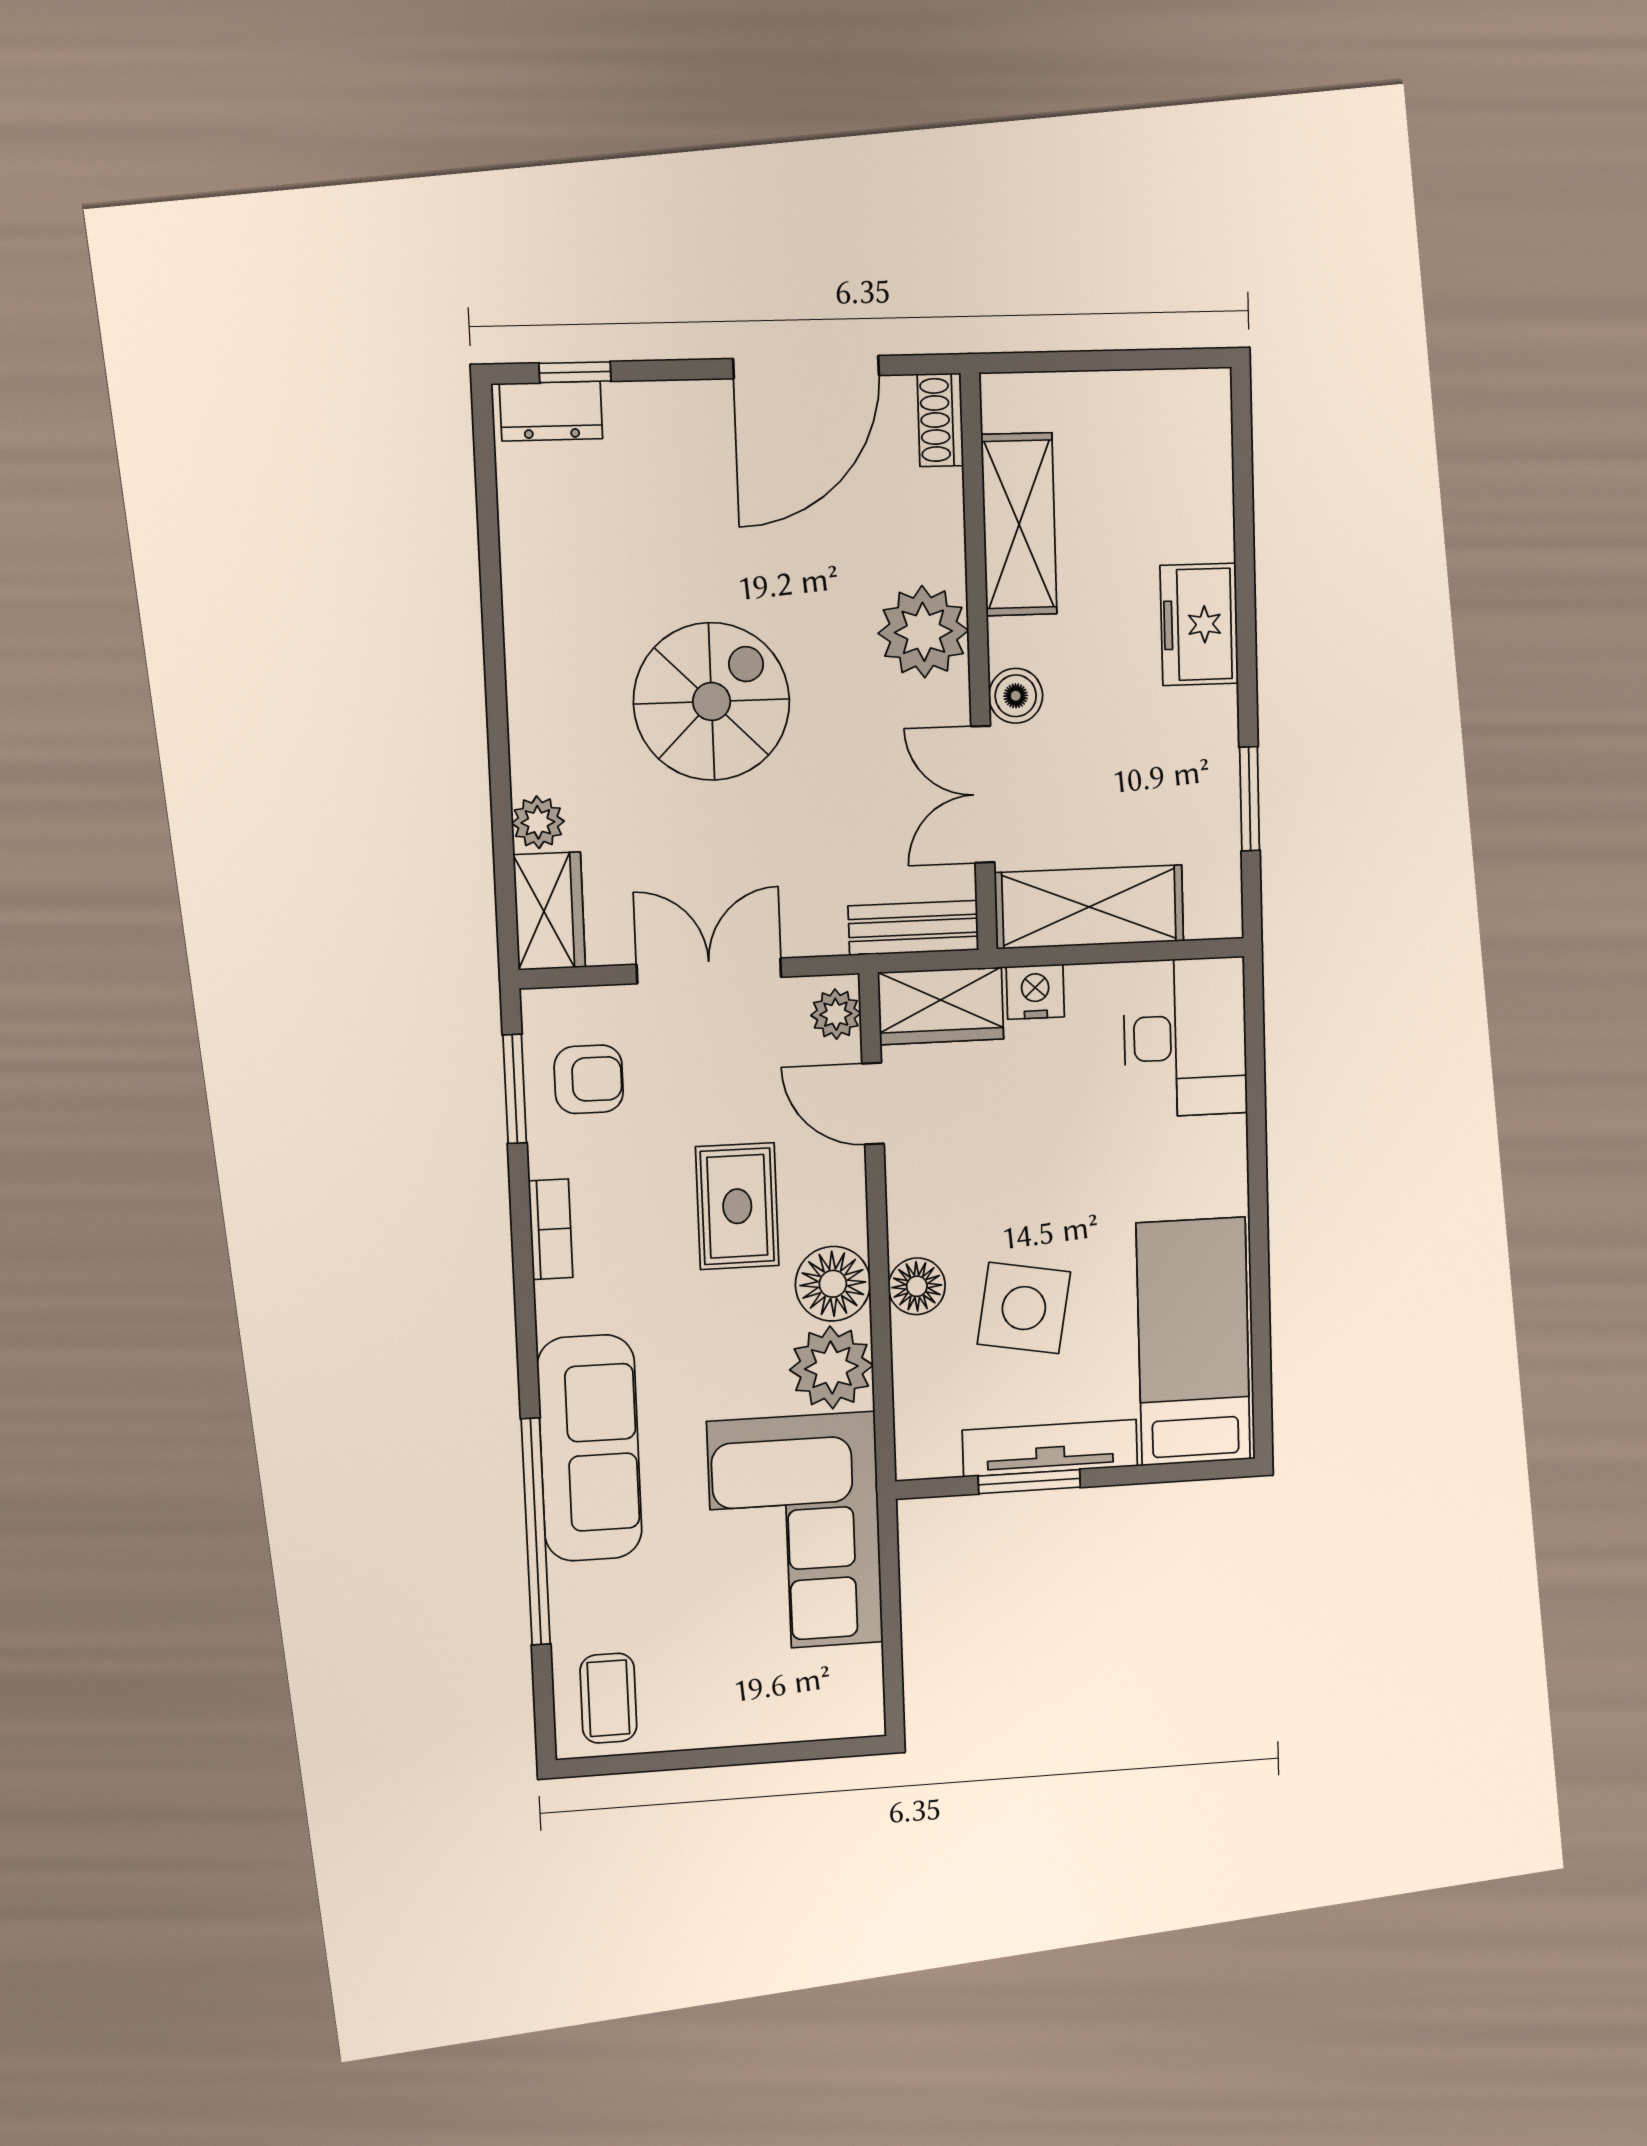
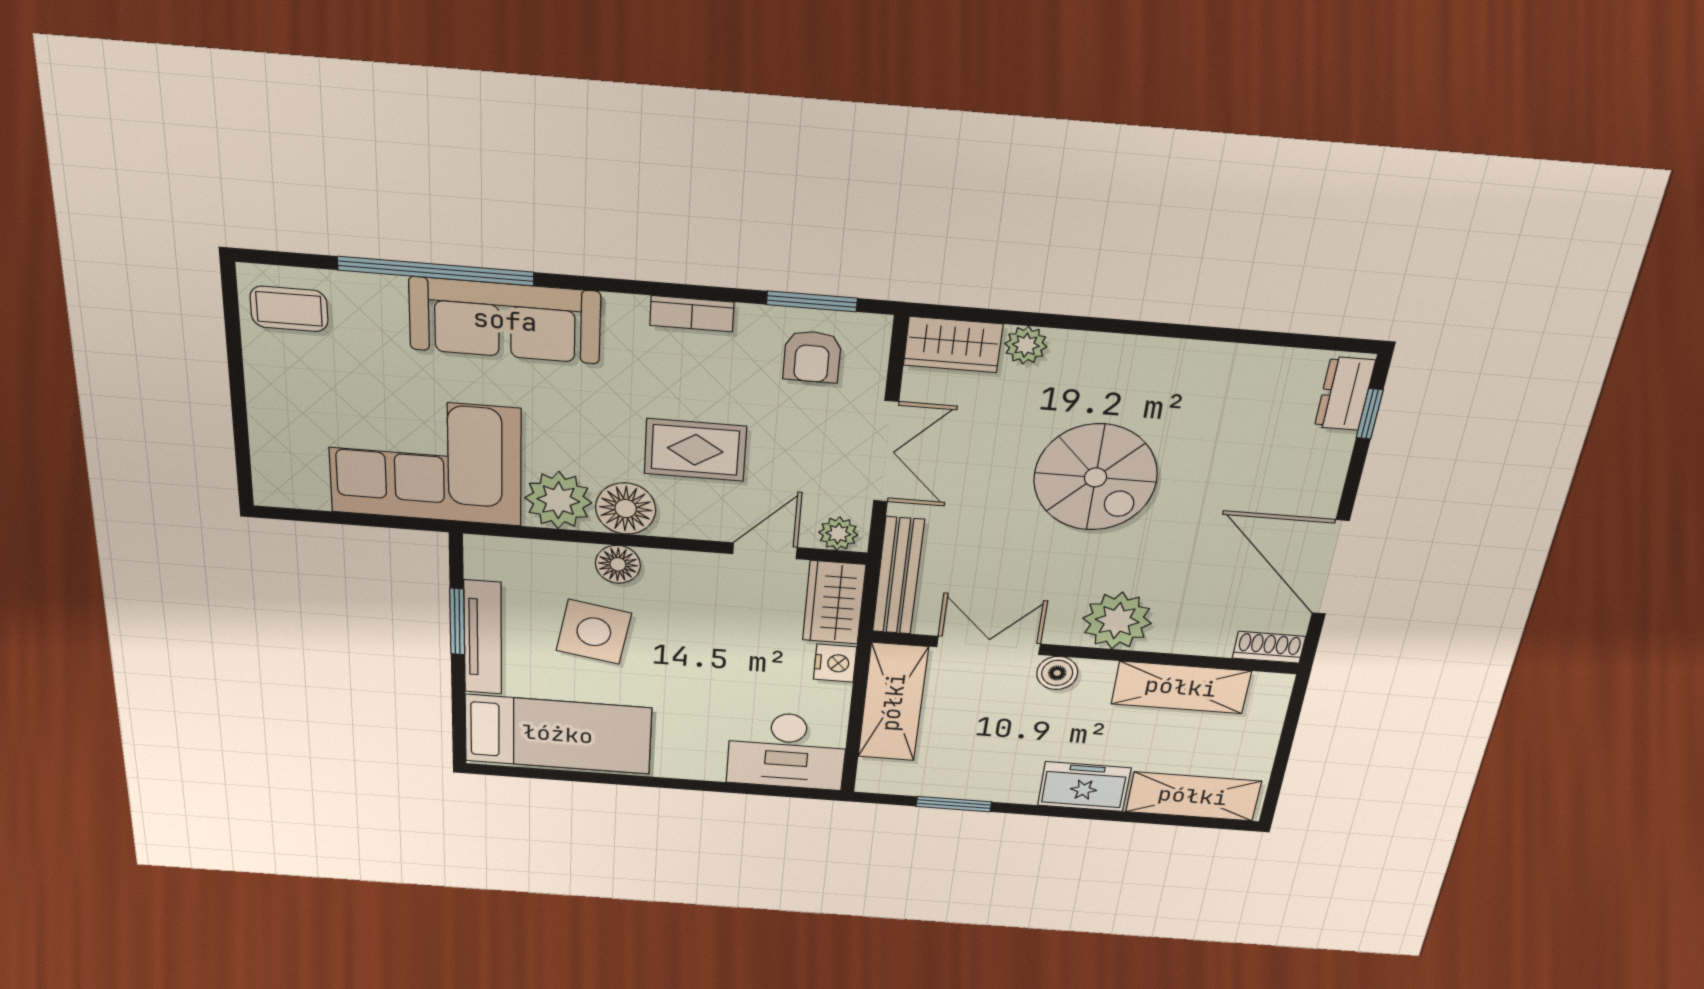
shelving: (1199, 469) -> (1193, 796), added
bench: (913, 928) -> (898, 576), width x1.36

